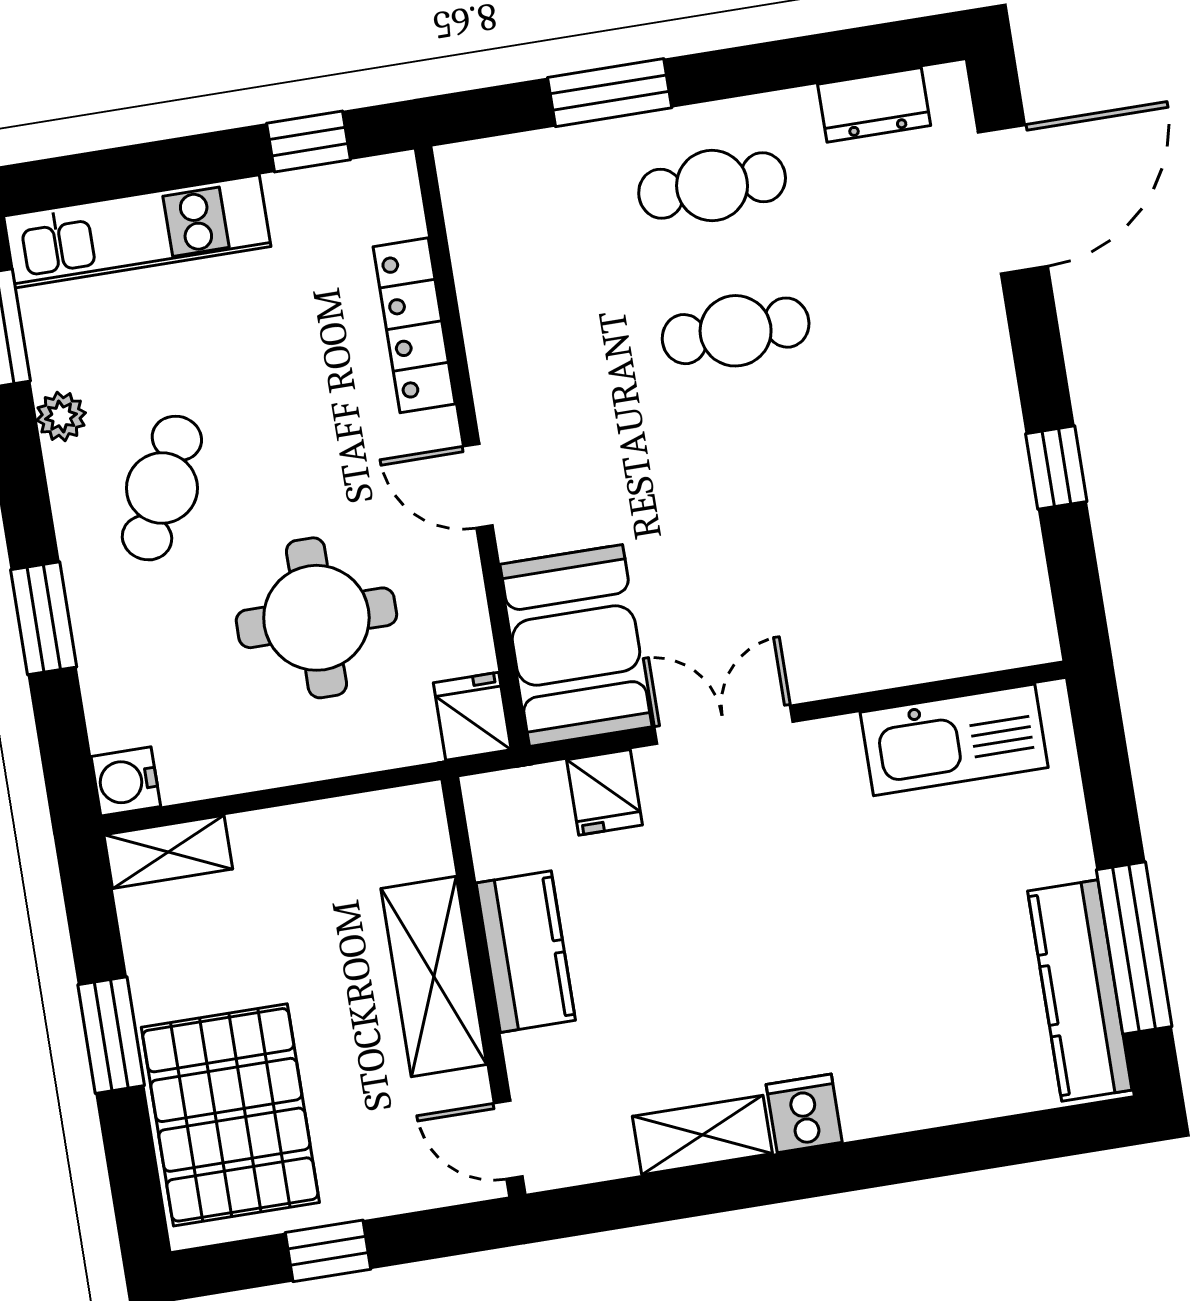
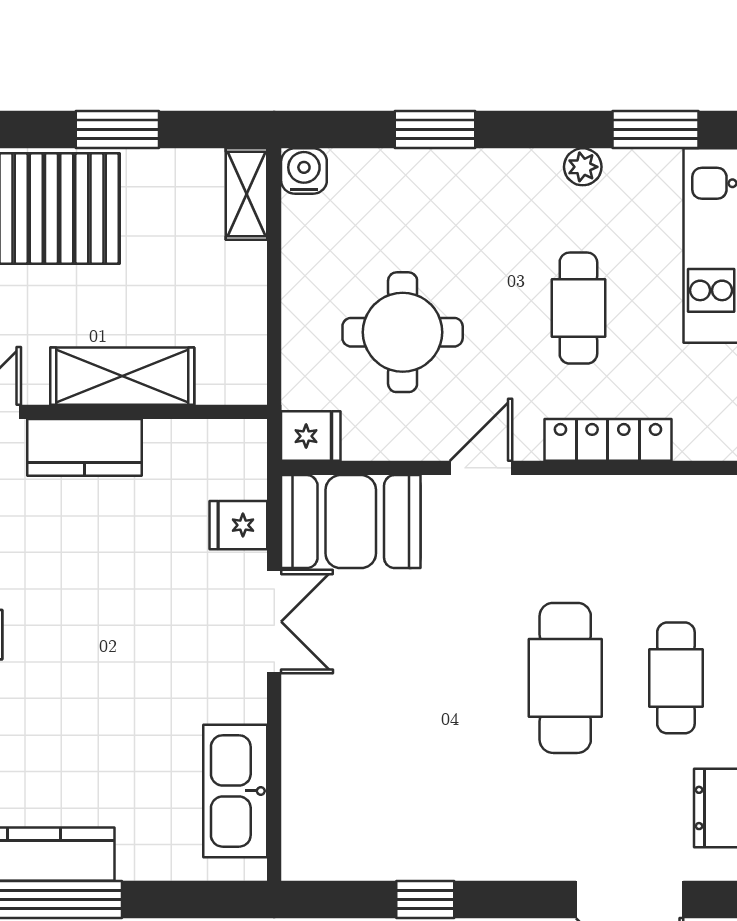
cafe table: (736, 331) -> (565, 678), width x1.37, depth x1.35
cafe table: (162, 488) -> (578, 308), moved, turned 64
kitchen counter: (526, 952) -> (85, 447), moved

